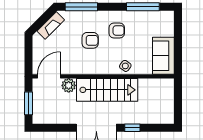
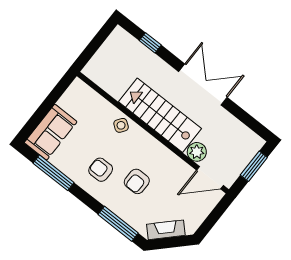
armchair: (90, 40) -> (137, 181), turned -90
sofa: (163, 56) -> (51, 132), moved
window: (132, 128) -> (150, 43), moved

